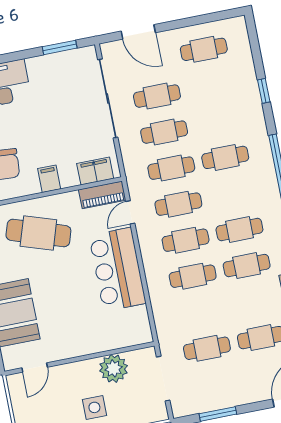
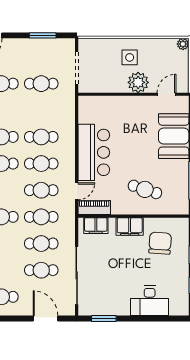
filing cabinet: (49, 179) -> (130, 226), width x2.00
cafe table: (38, 233) -> (145, 189), width x0.73, depth x0.74
plant: (114, 368) -> (138, 82), moved

